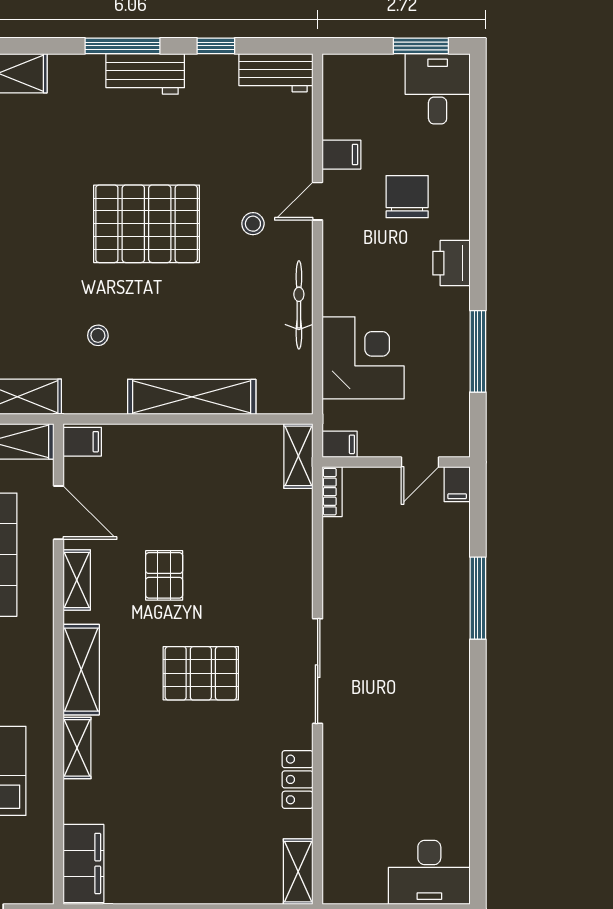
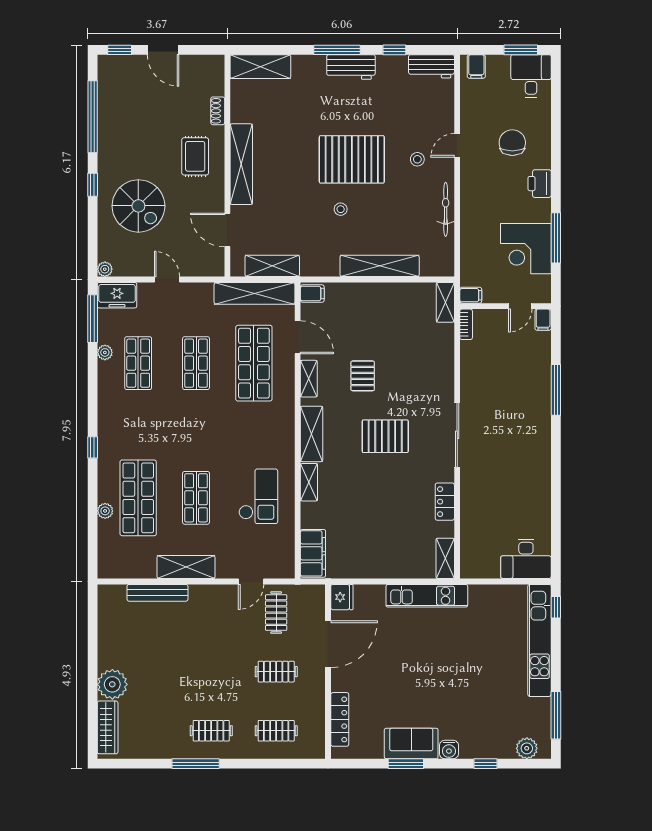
filing cabinet: (342, 155) -> (476, 66), moved, turned 90
stool: (98, 335) -> (341, 209), moved
corner desk: (363, 358) -> (526, 249), moved, turned 180

